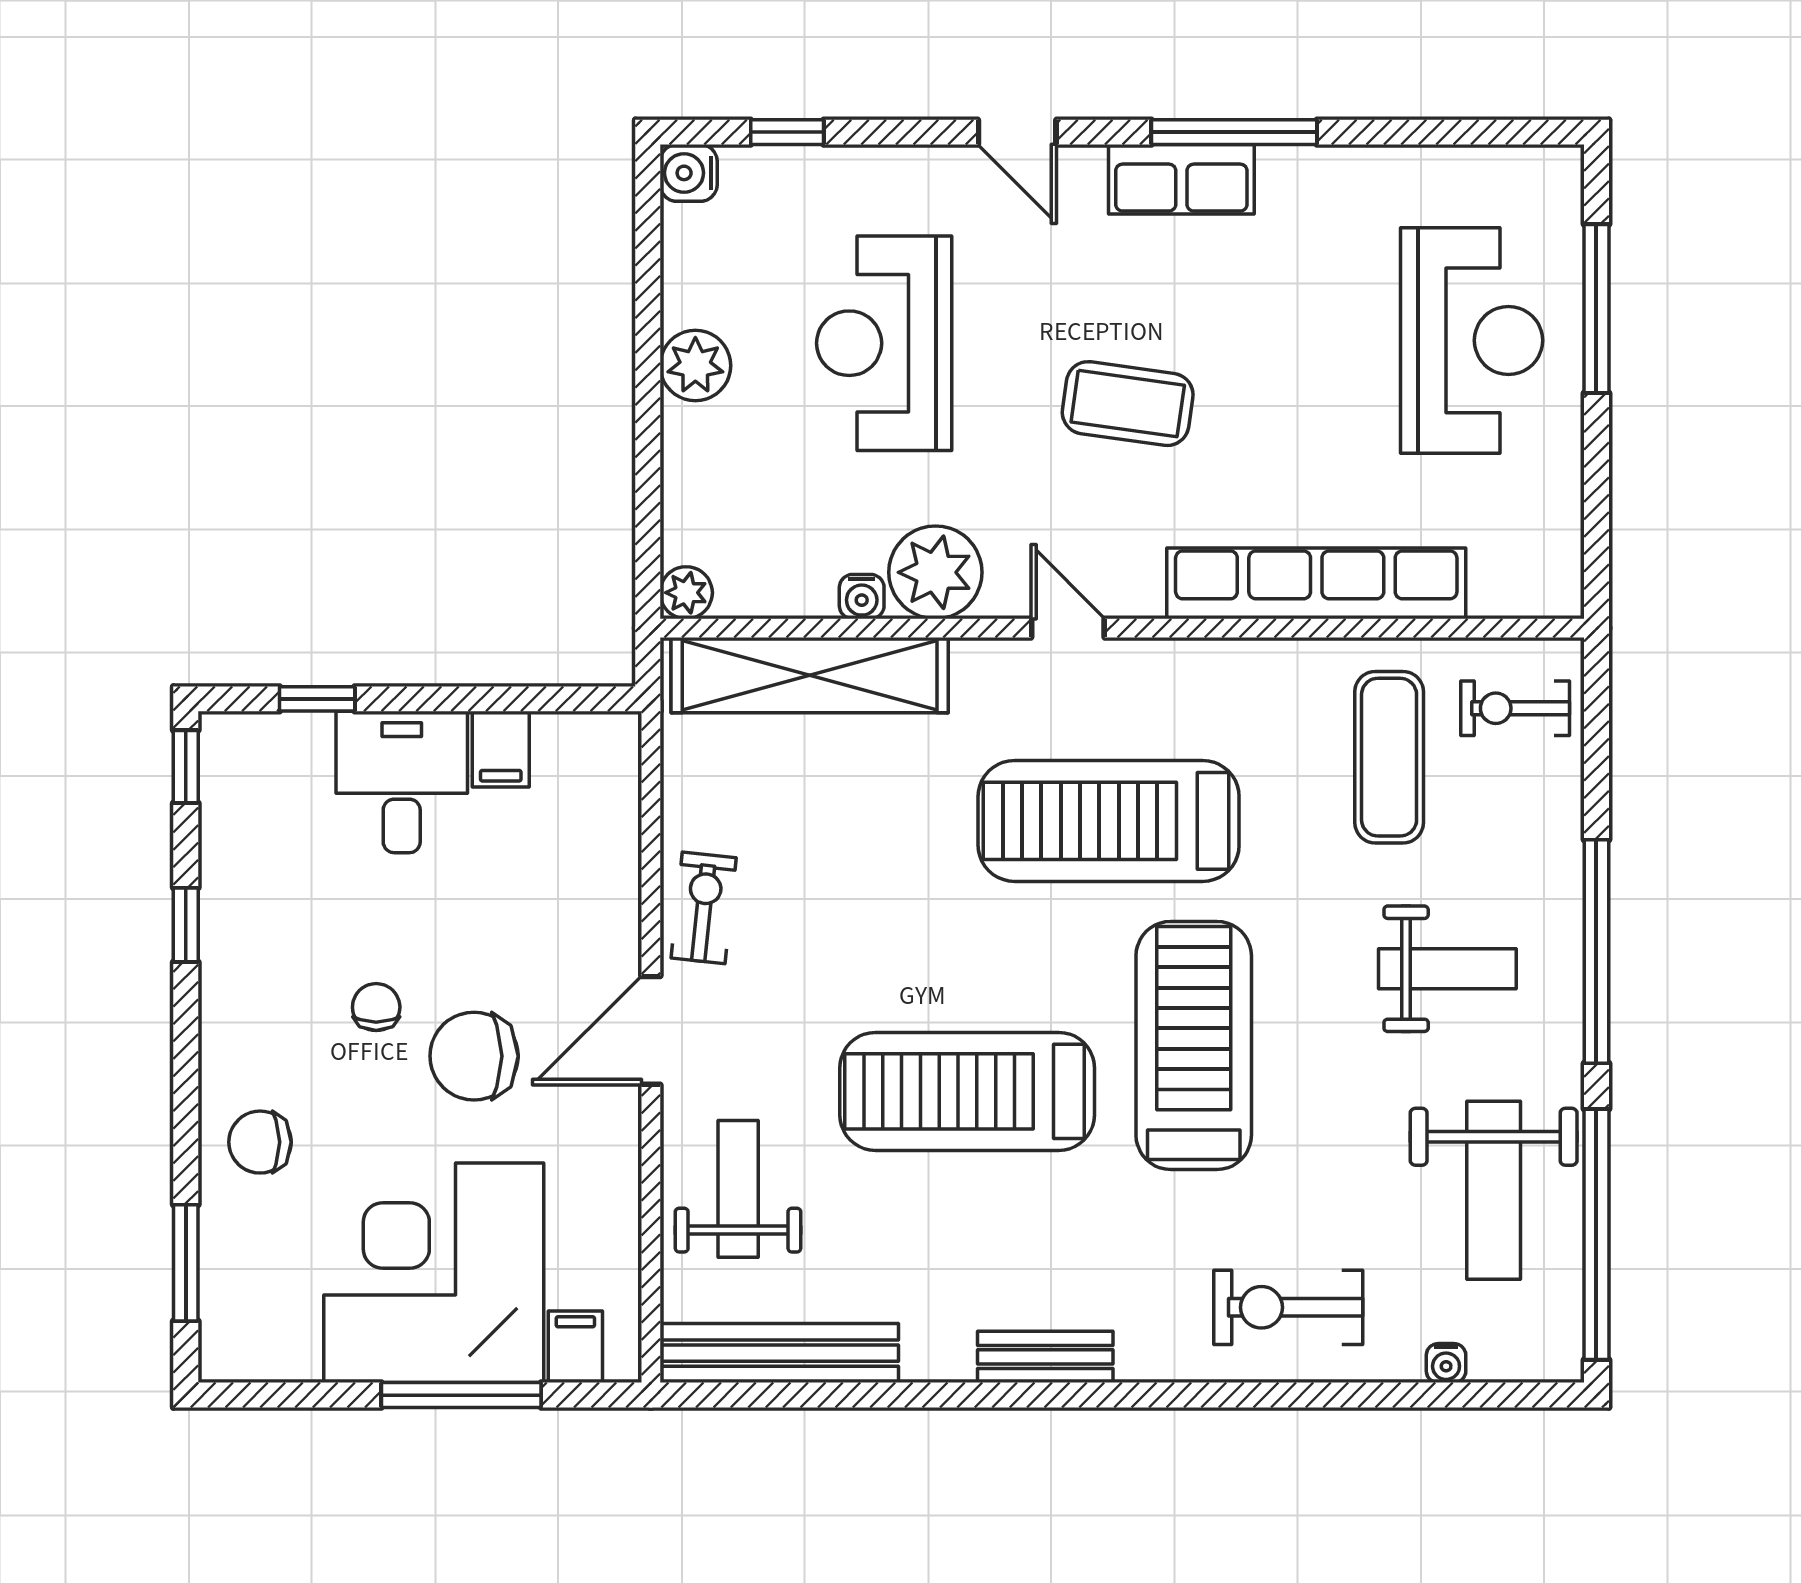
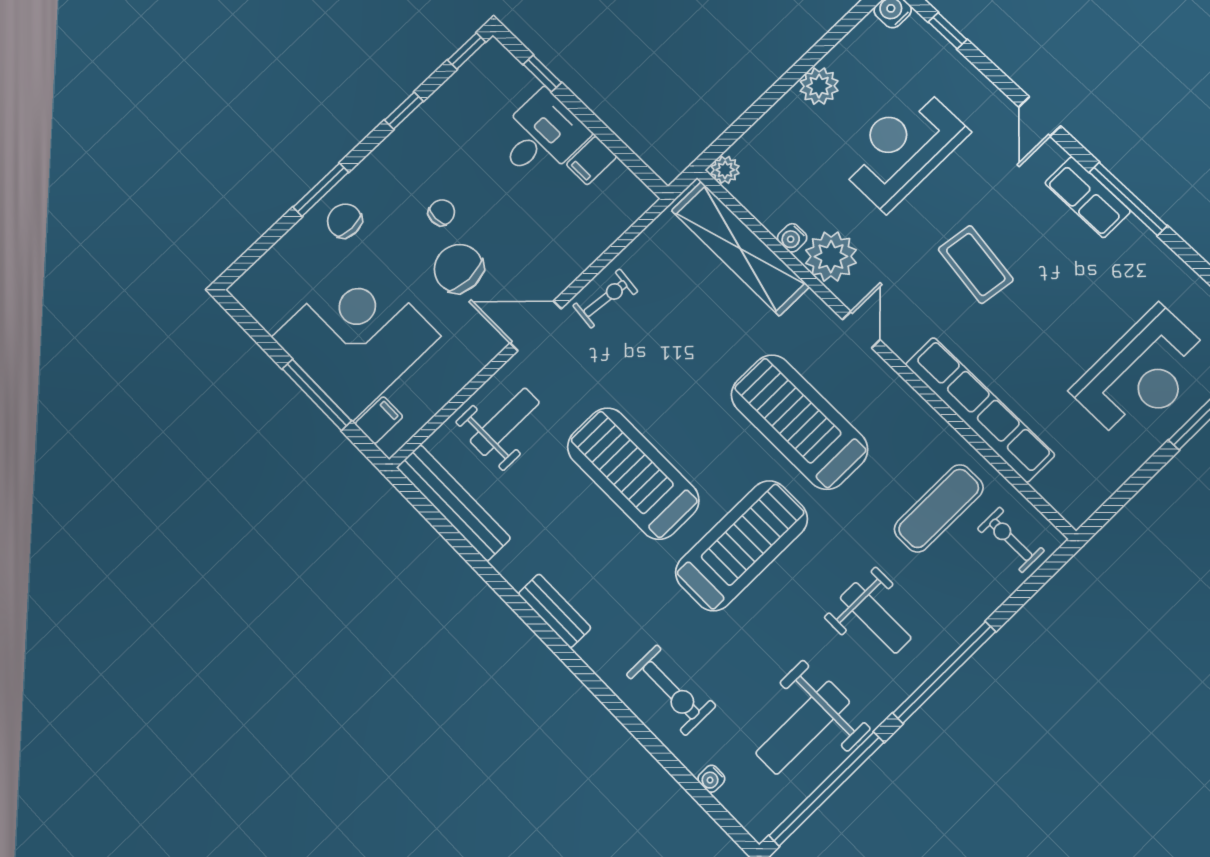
window: (186, 1263) -> (321, 190), moved
exercise bike: (1288, 1307) -> (671, 690), turned 180

